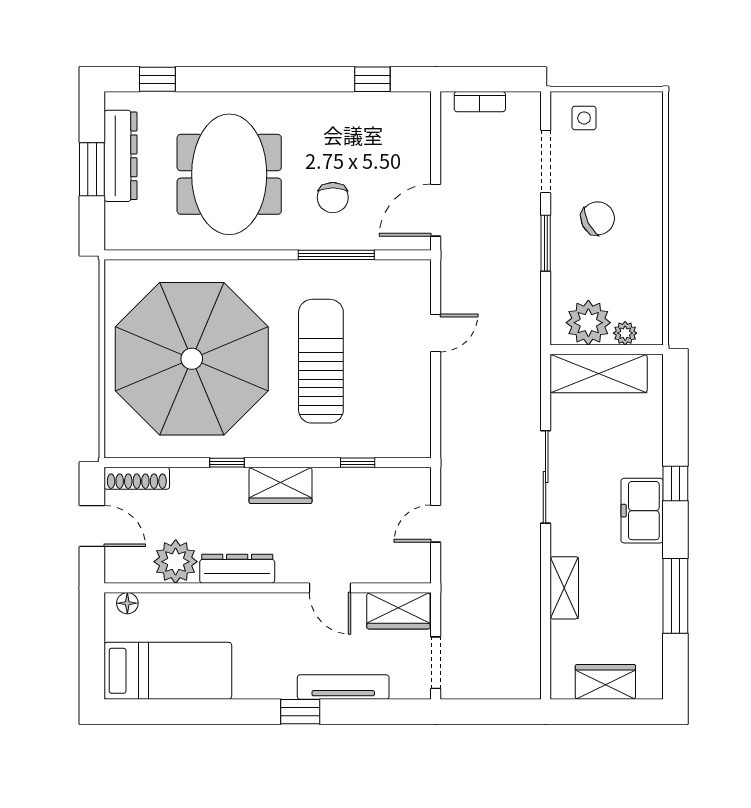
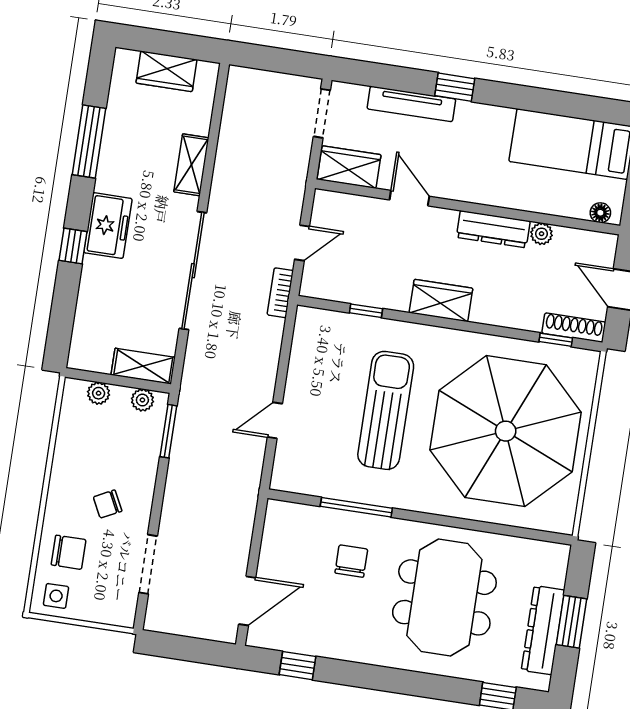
bookcase: (480, 102) -> (280, 293), moved, turned -90
side table: (584, 118) -> (56, 596), moved
chair: (631, 161) -> (69, 552), added
door: (436, 210) -> (247, 601), moved
chair: (598, 218) -> (108, 504), width x0.73, depth x0.73
window: (546, 243) -> (168, 431), moved
plant: (588, 323) -> (142, 400), width x0.53, depth x0.53
sun lounger: (321, 361) -> (386, 410), turned 180
shelving: (599, 374) -> (143, 366), width x0.67, depth x0.75
window: (227, 463) -> (556, 340), moved
sliding door: (546, 477) -> (193, 271), width x1.36
plant: (176, 562) -> (542, 234), width x0.53, depth x0.53

